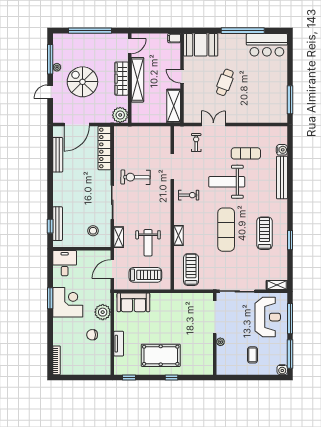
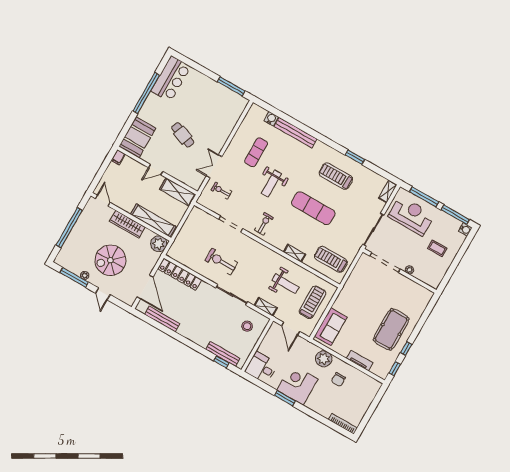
shelving: (137, 80) -> (153, 220), moved
exercise bike: (136, 177) -> (221, 262), turned 89
weight bench: (227, 182) -> (271, 184), width x0.73, depth x0.75
window: (171, 378) -> (406, 349), moved

